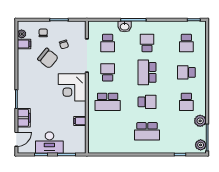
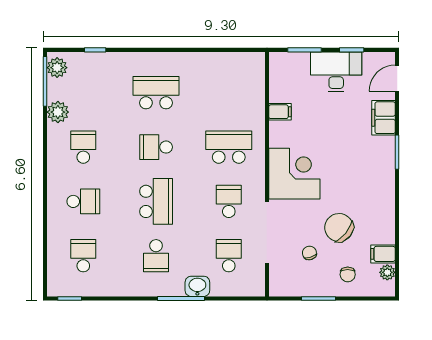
school desk: (108, 72) -> (229, 201), turned 180

